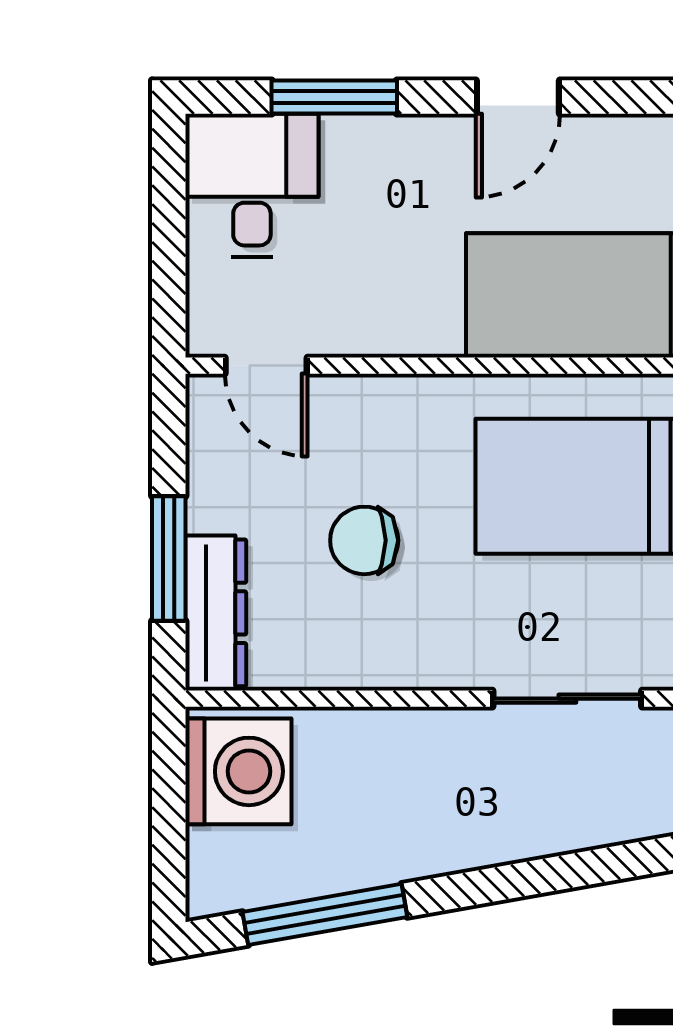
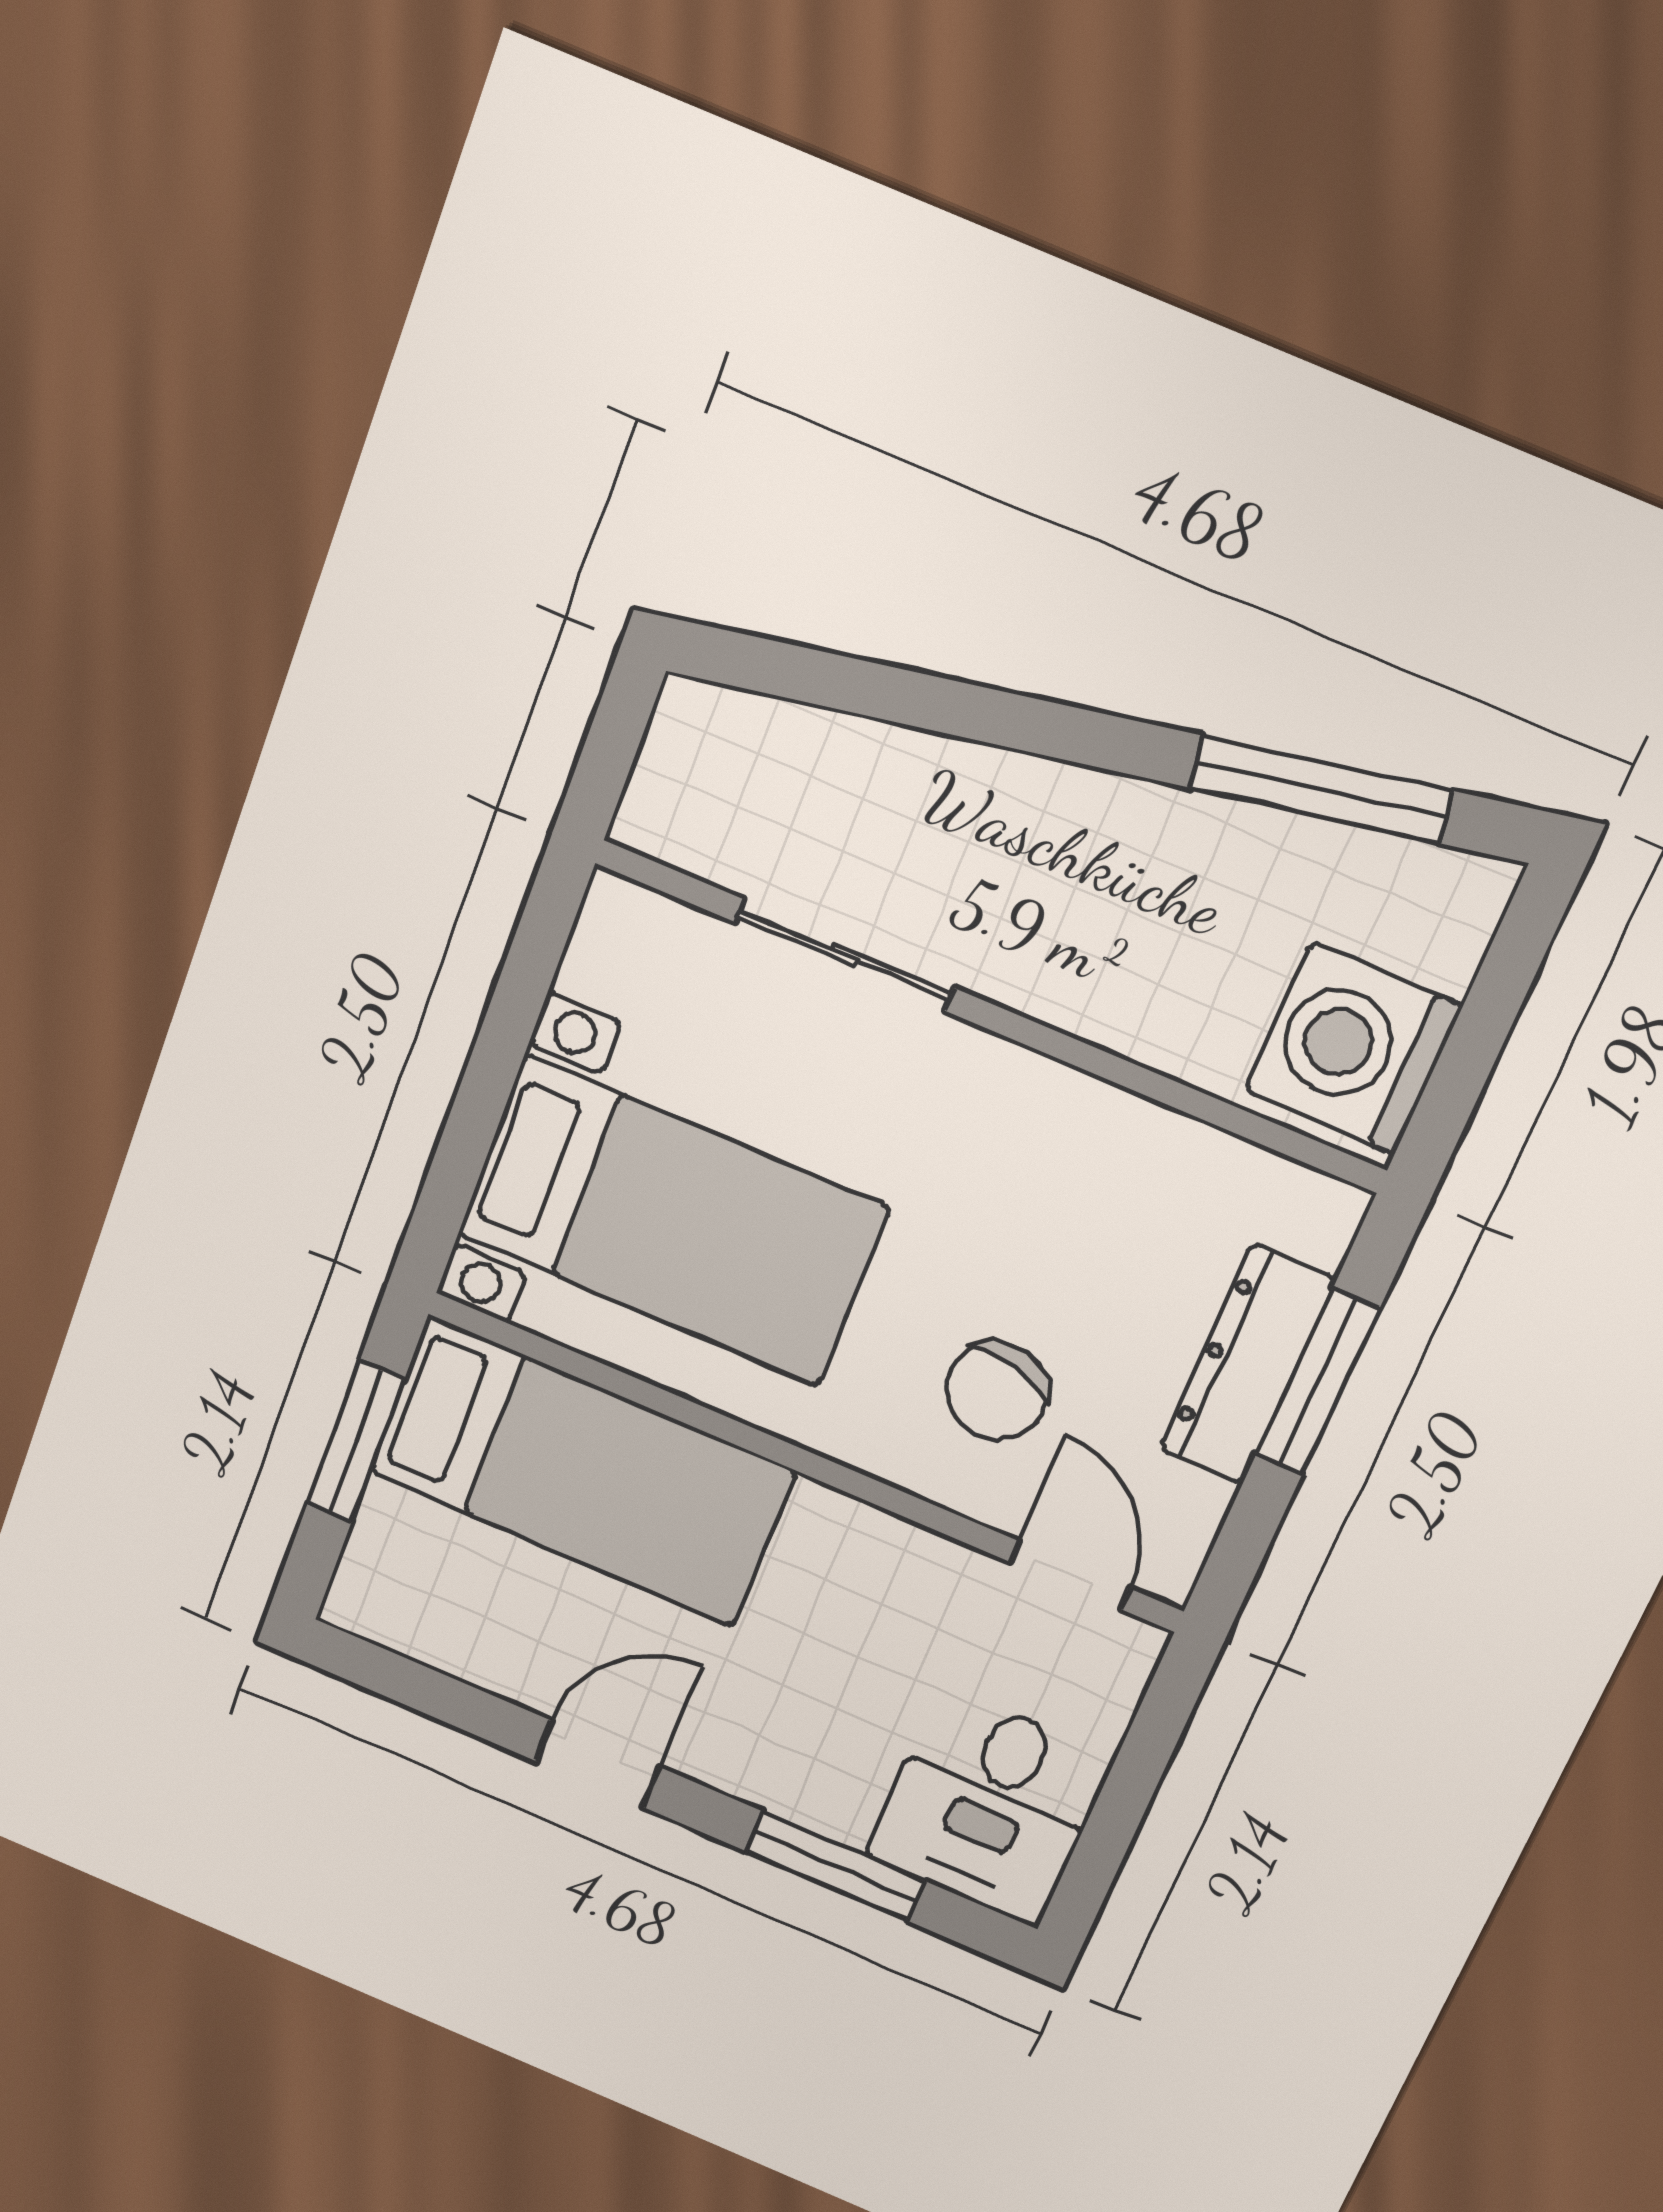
chair: (364, 540) -> (997, 1391), moved, turned 104
dresser: (216, 613) -> (1248, 1364), moved

